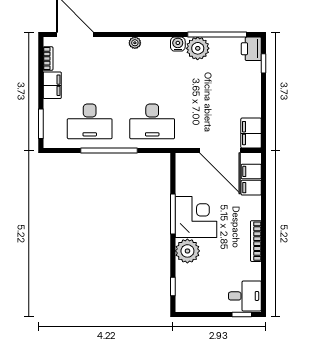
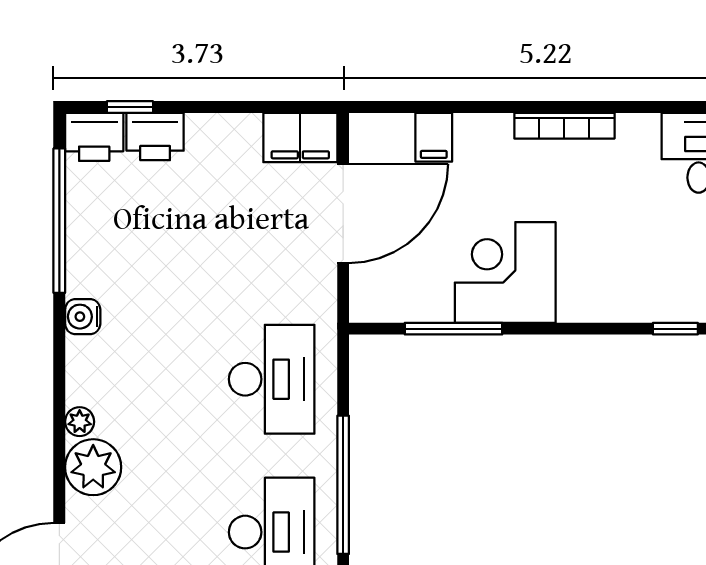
plant: (198, 48) -> (93, 467), moved
printer: (251, 74) -> (155, 137), added
filing cabinet: (251, 171) -> (394, 137), removed
window: (173, 214) -> (453, 329), moved
plant: (187, 251) -> (589, 293), removed

